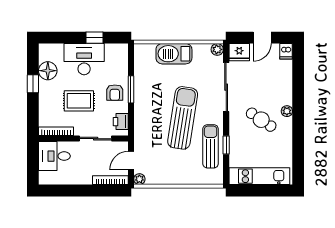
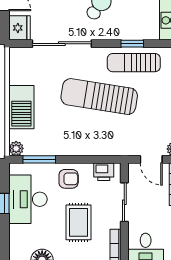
plant: (217, 49) -> (16, 148), moved
desk: (84, 59) -> (28, 199), moved
window: (131, 89) -> (39, 159), moved

